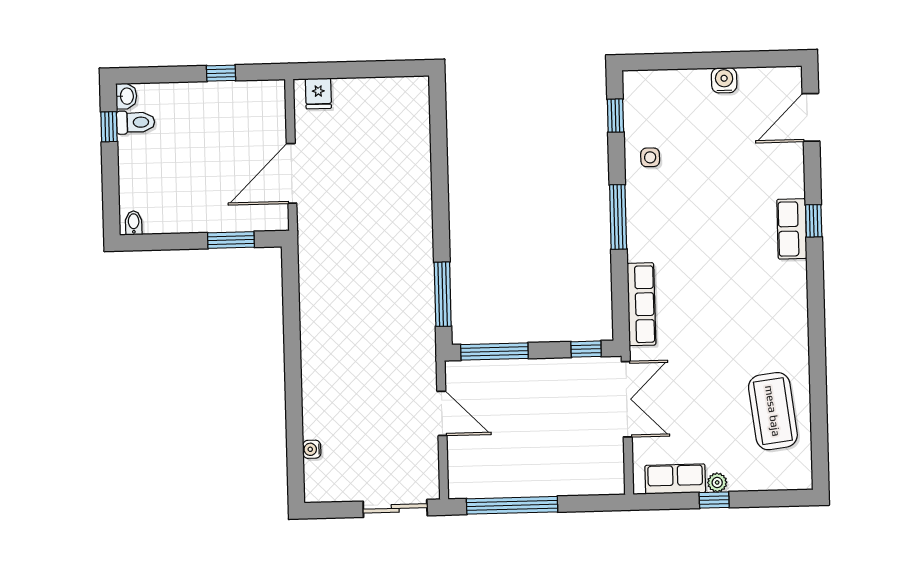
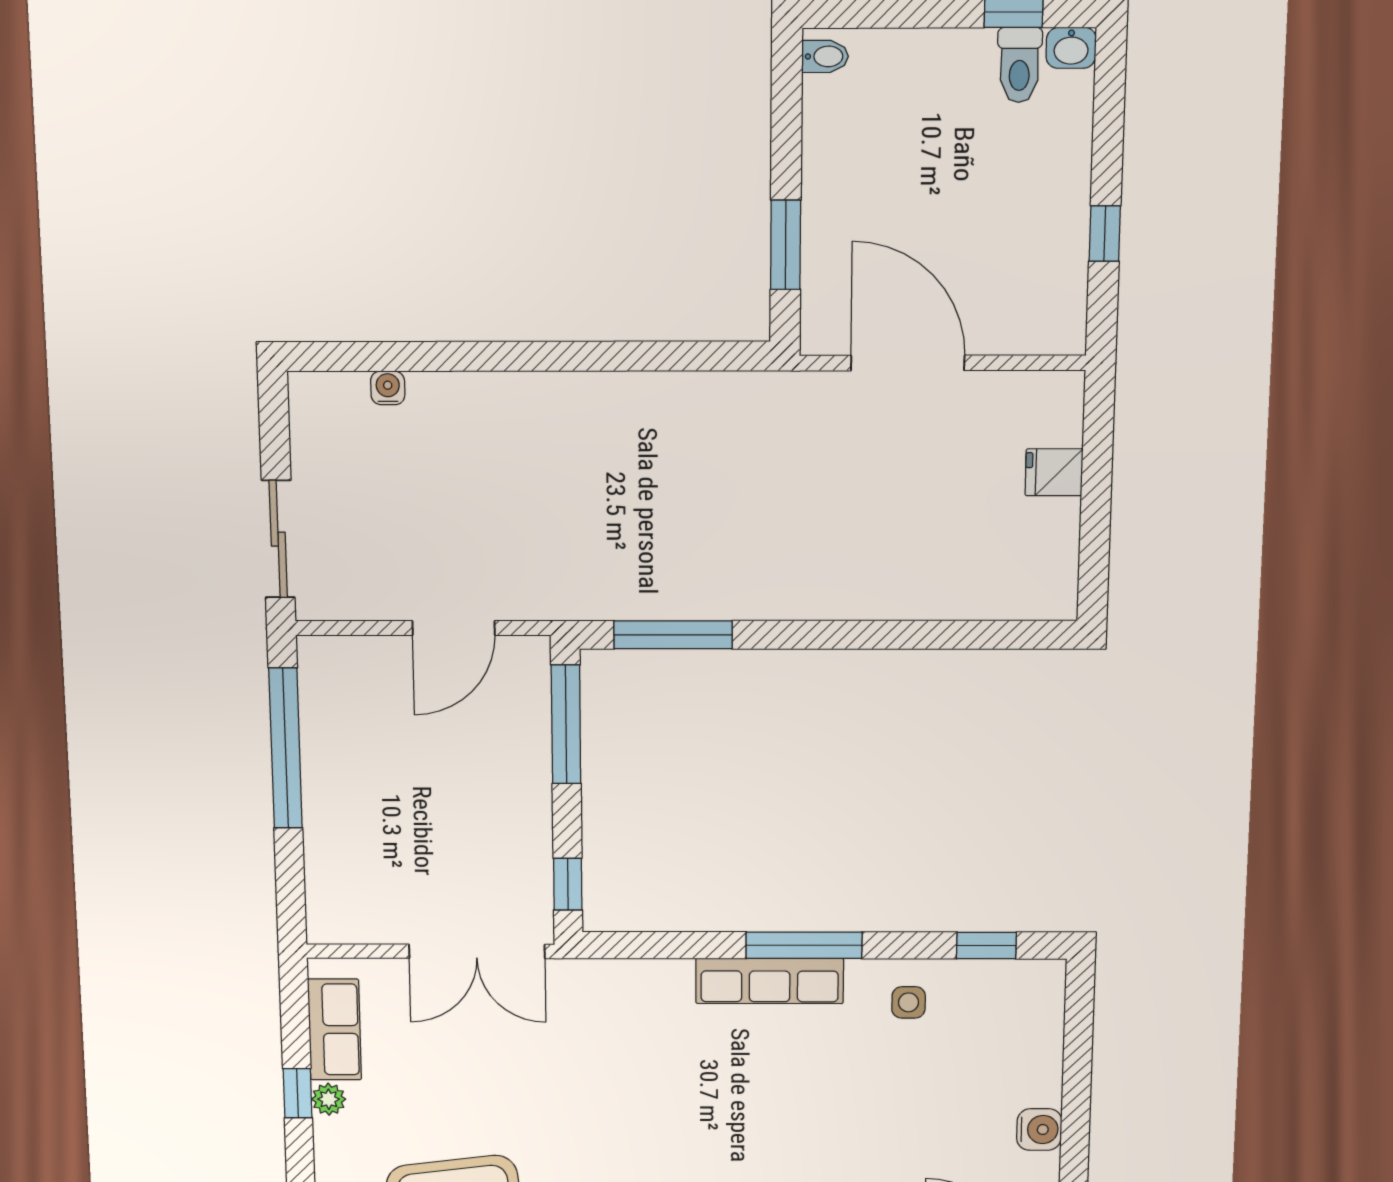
fridge: (318, 93) -> (1054, 472), moved
row of seats: (641, 304) -> (770, 981), moved

